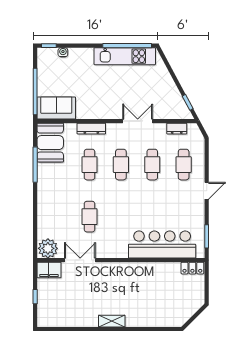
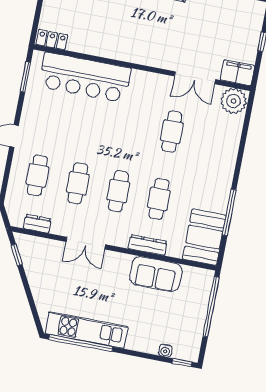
sofa: (56, 108) -> (156, 274), moved

